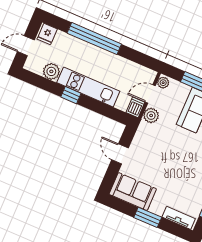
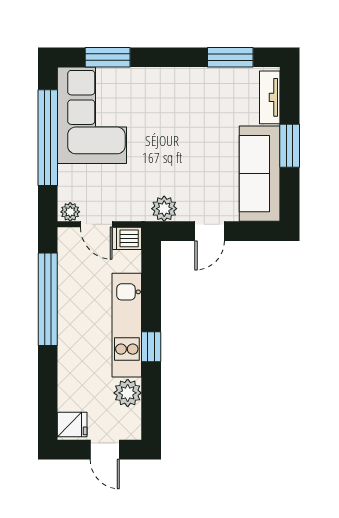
window: (94, 39) -> (48, 299), moved
plant: (151, 115) -> (164, 209), moved
sofa: (133, 192) -> (260, 174), width x1.36

